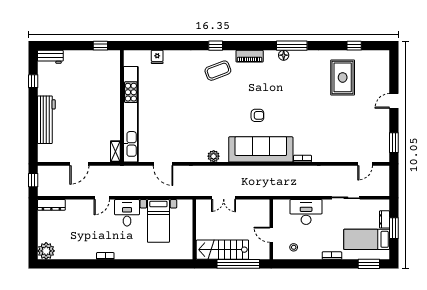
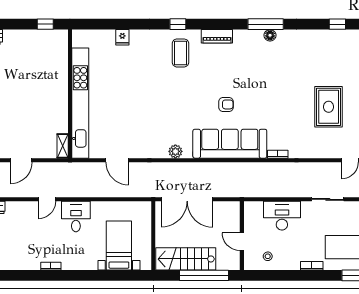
floor lamp: (284, 55) -> (270, 35), moved
fridge: (157, 57) -> (122, 37), moved
coffee table: (218, 71) -> (180, 53), turned -69
rug: (343, 77) -> (329, 107), moved
double door: (224, 198) -> (187, 199), width x1.87
bed with nightstands: (158, 221) -> (119, 246), moved, turned 180

